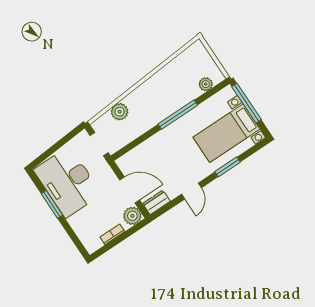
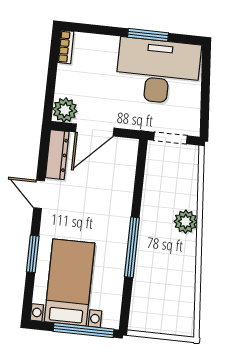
plant: (206, 84) -> (140, 304), removed
plant: (120, 112) -> (186, 222), moved
dresser: (156, 202) -> (57, 155), width x1.44
bookcase: (112, 234) -> (66, 47), moved

